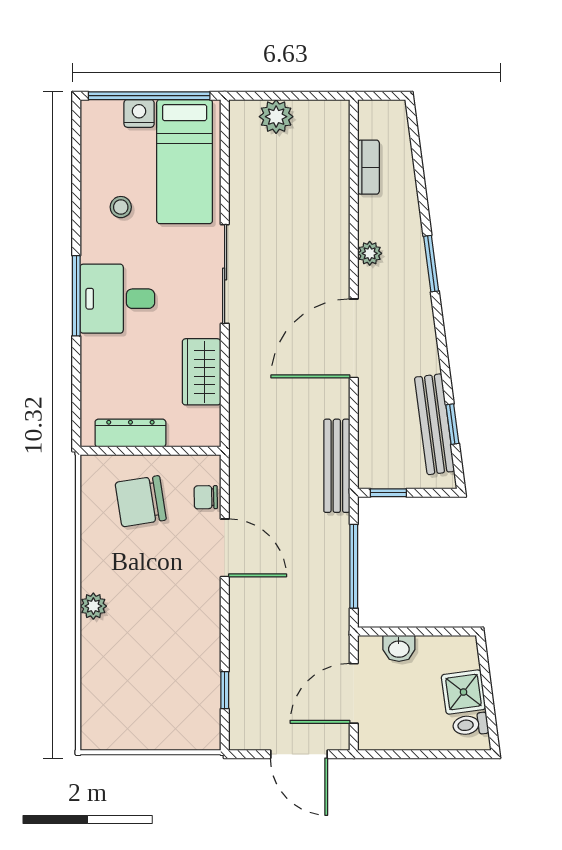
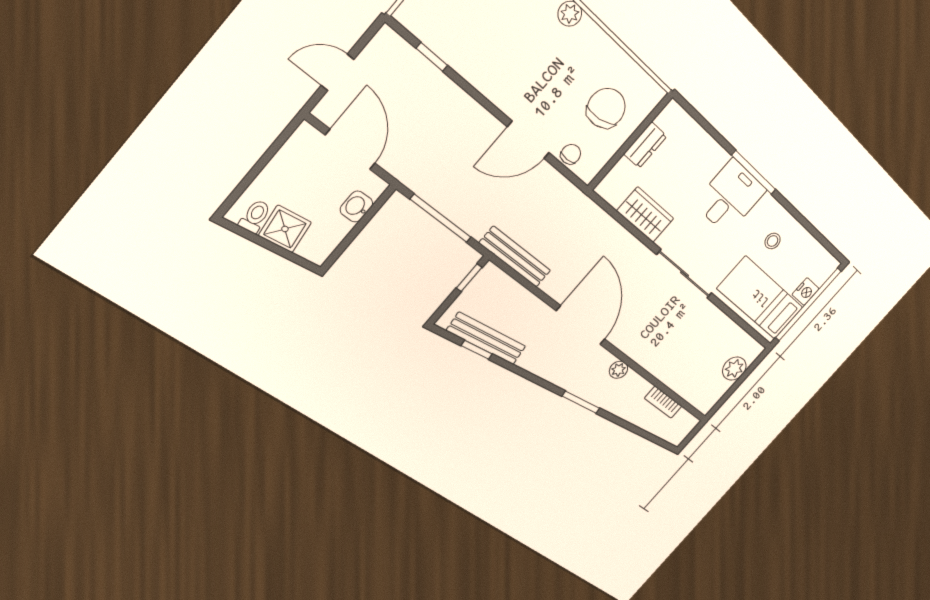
dresser: (130, 433) -> (645, 145), width x0.70
door: (299, 754) -> (337, 72), width x0.73

